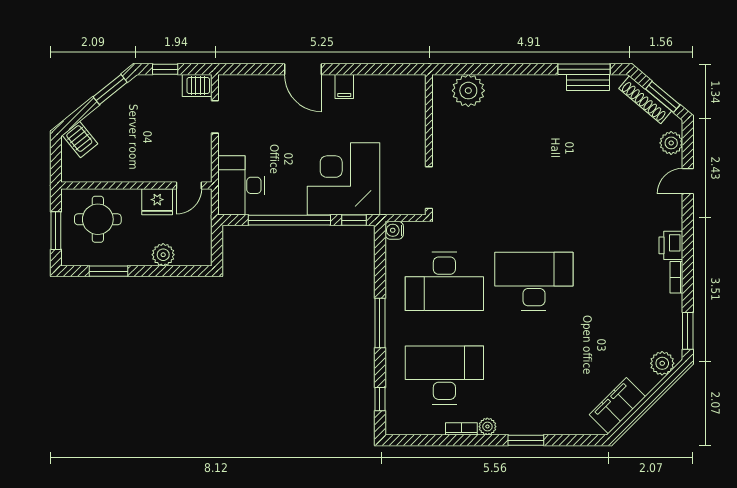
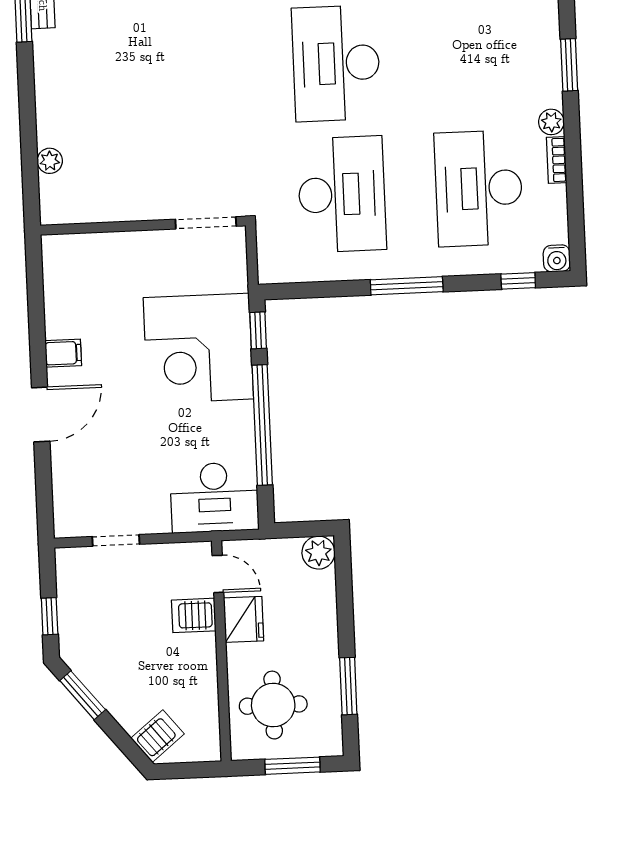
server rack: (197, 85) -> (194, 615), moved, turned 90
plant: (468, 91) -> (50, 161), width x0.53, depth x0.53
water cooler: (394, 230) -> (557, 258), moved
plant: (163, 255) -> (318, 553), moved

